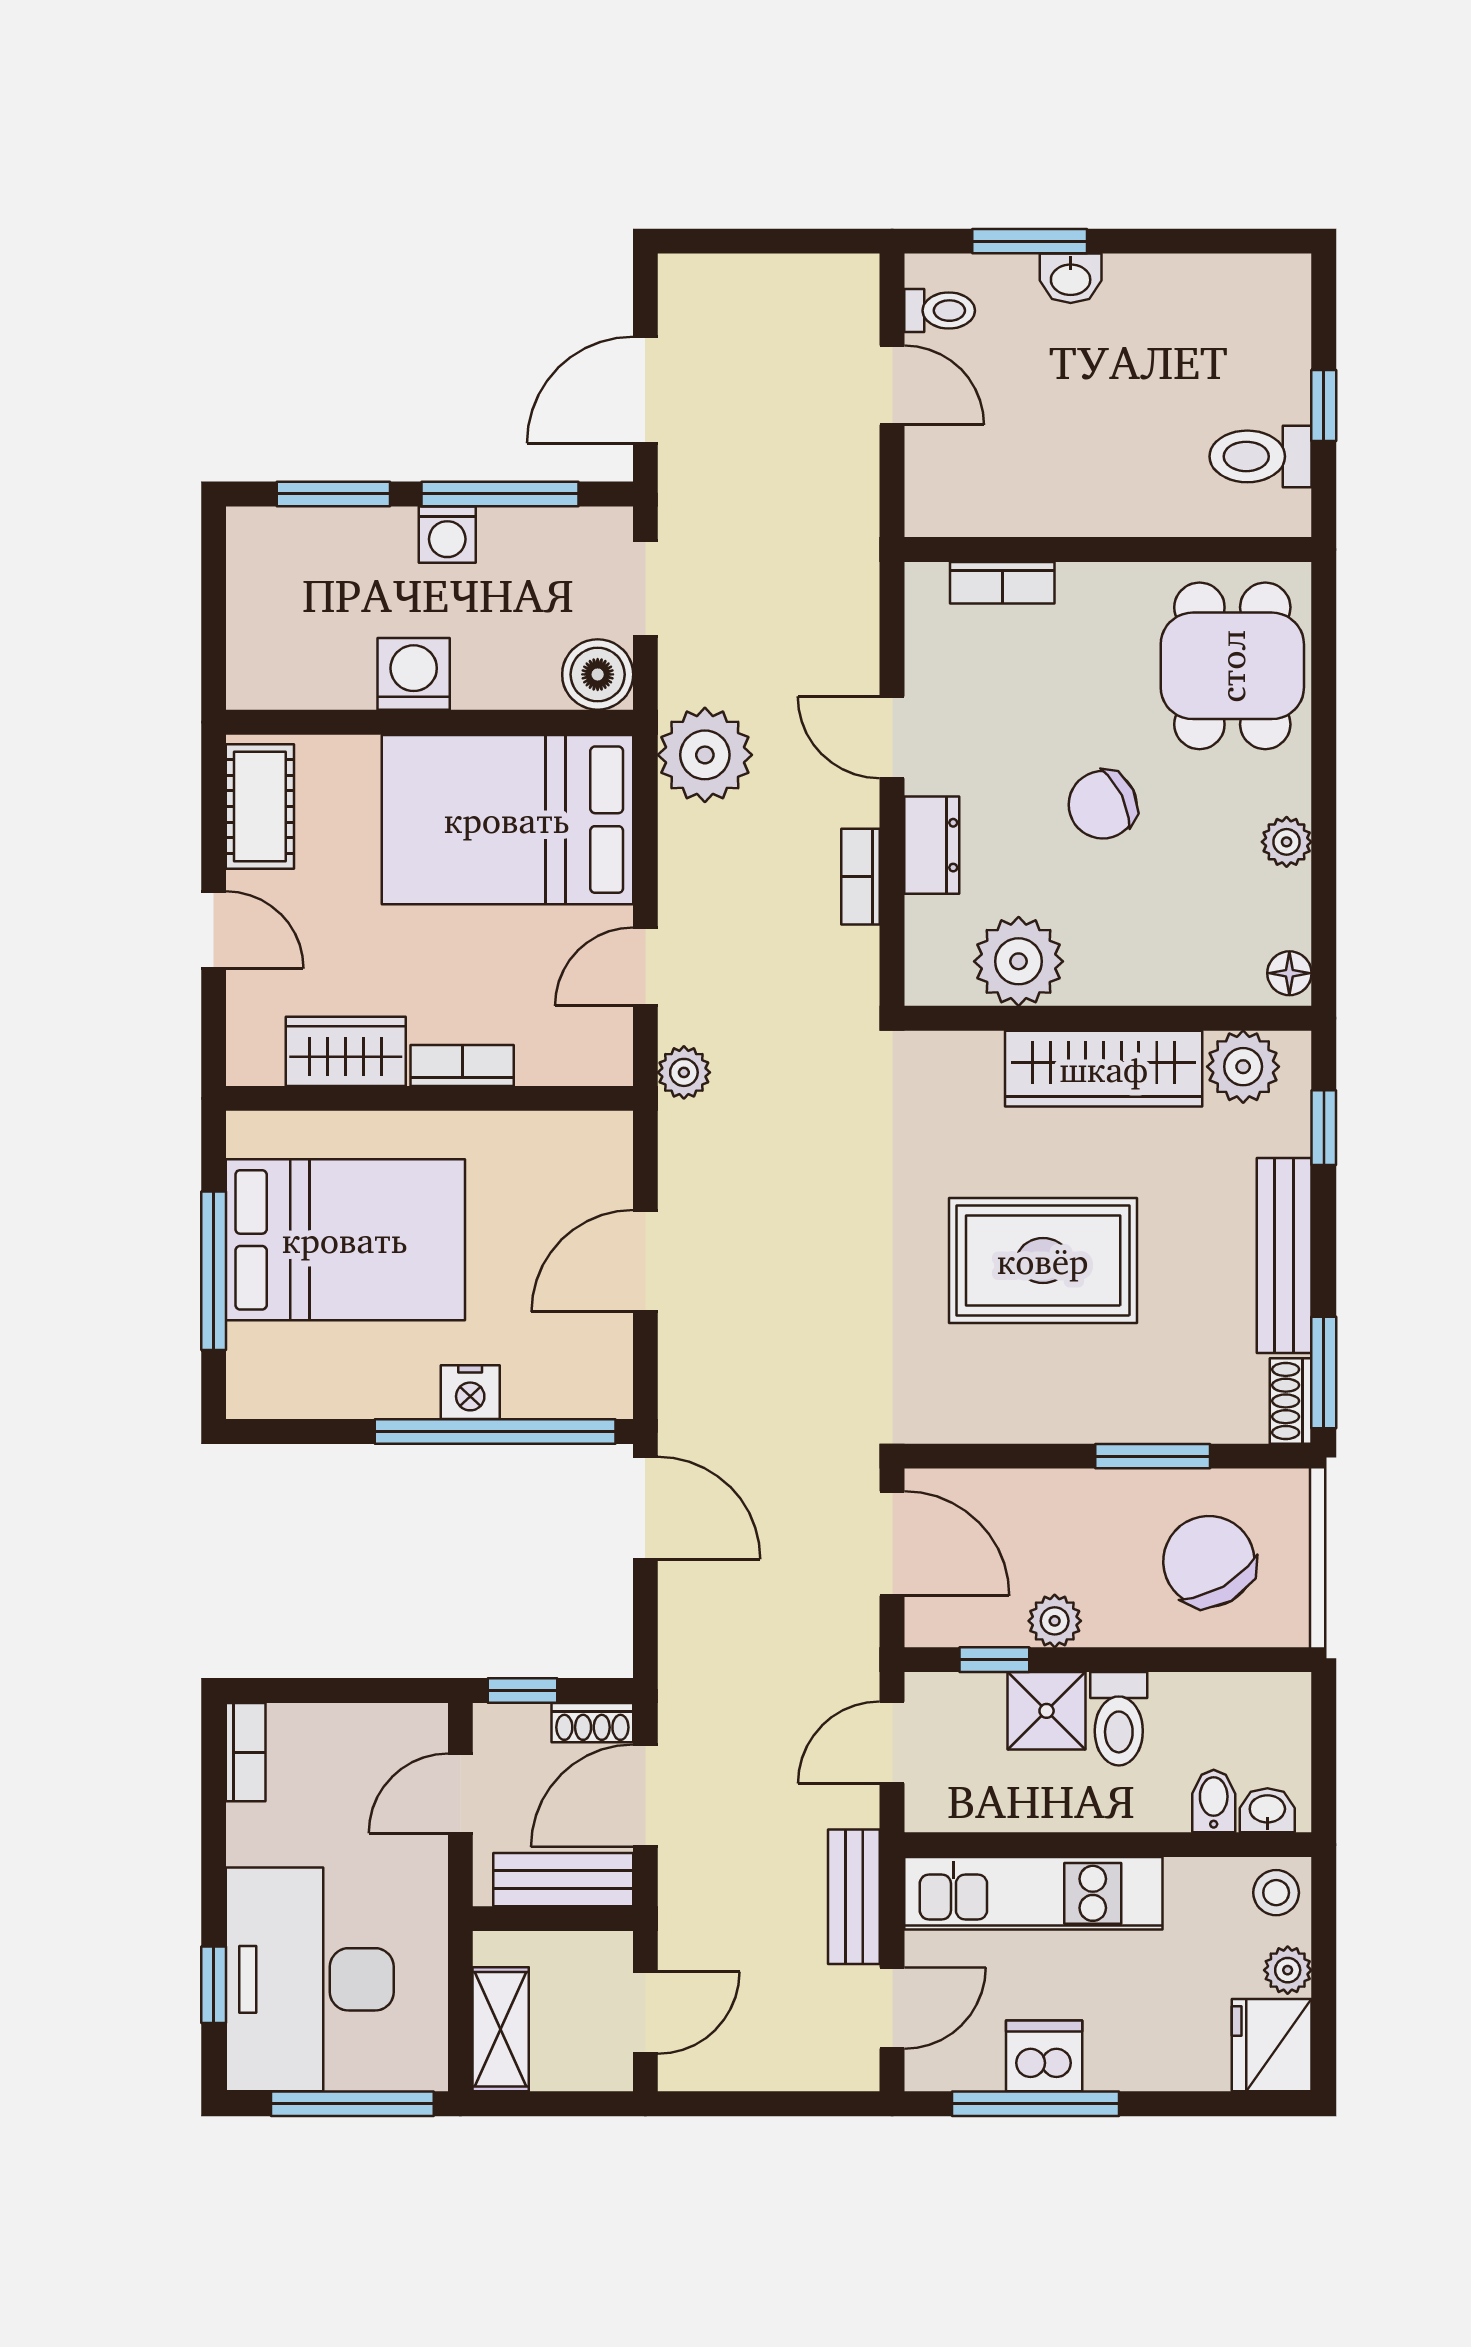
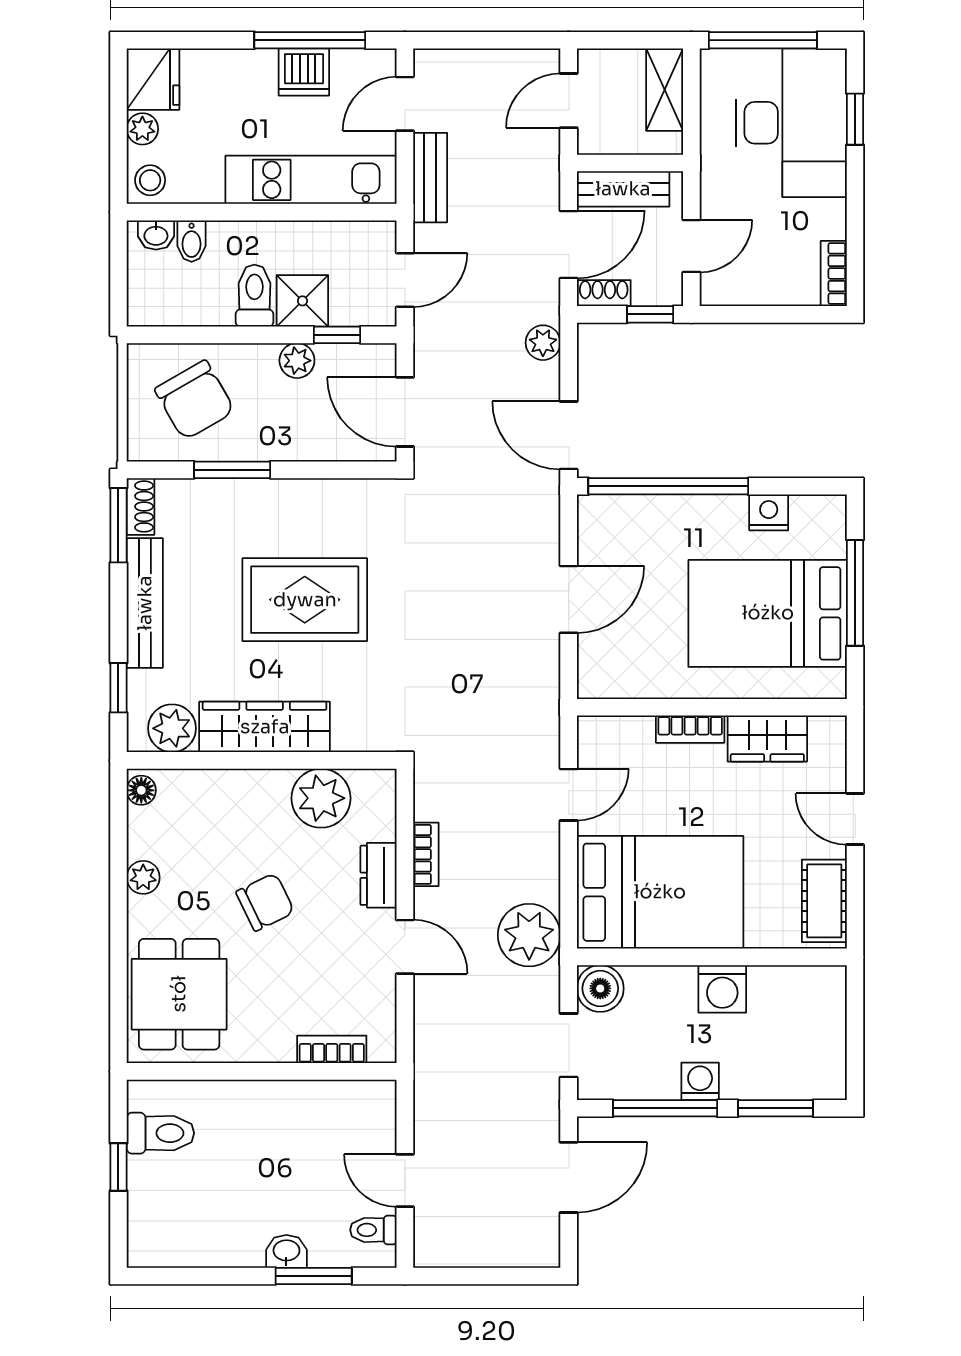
plant: (684, 1072) -> (543, 343), moved
nightstand: (470, 1392) -> (769, 512), moved

